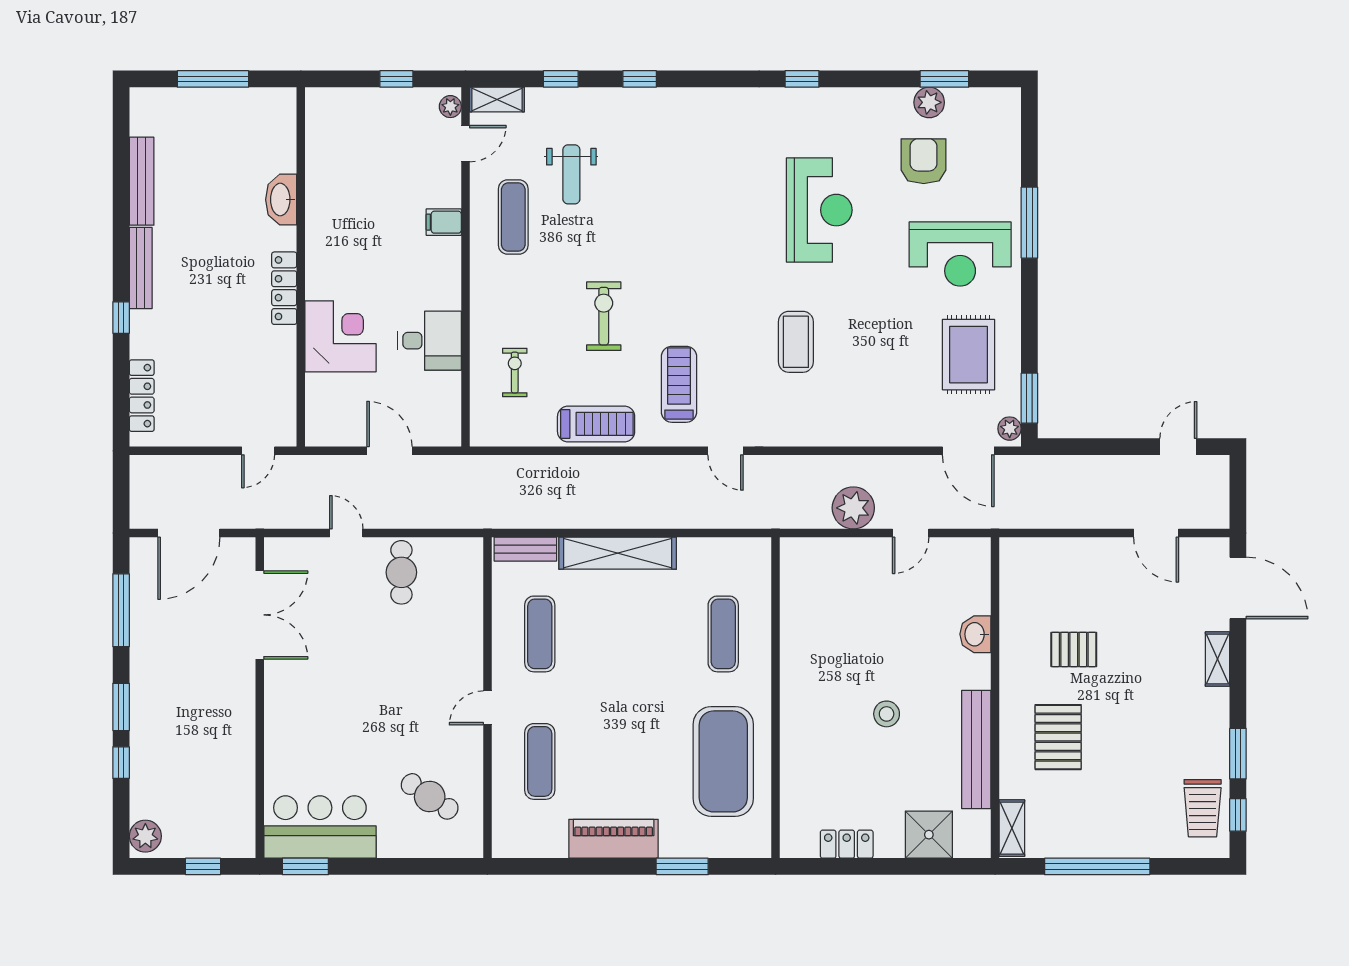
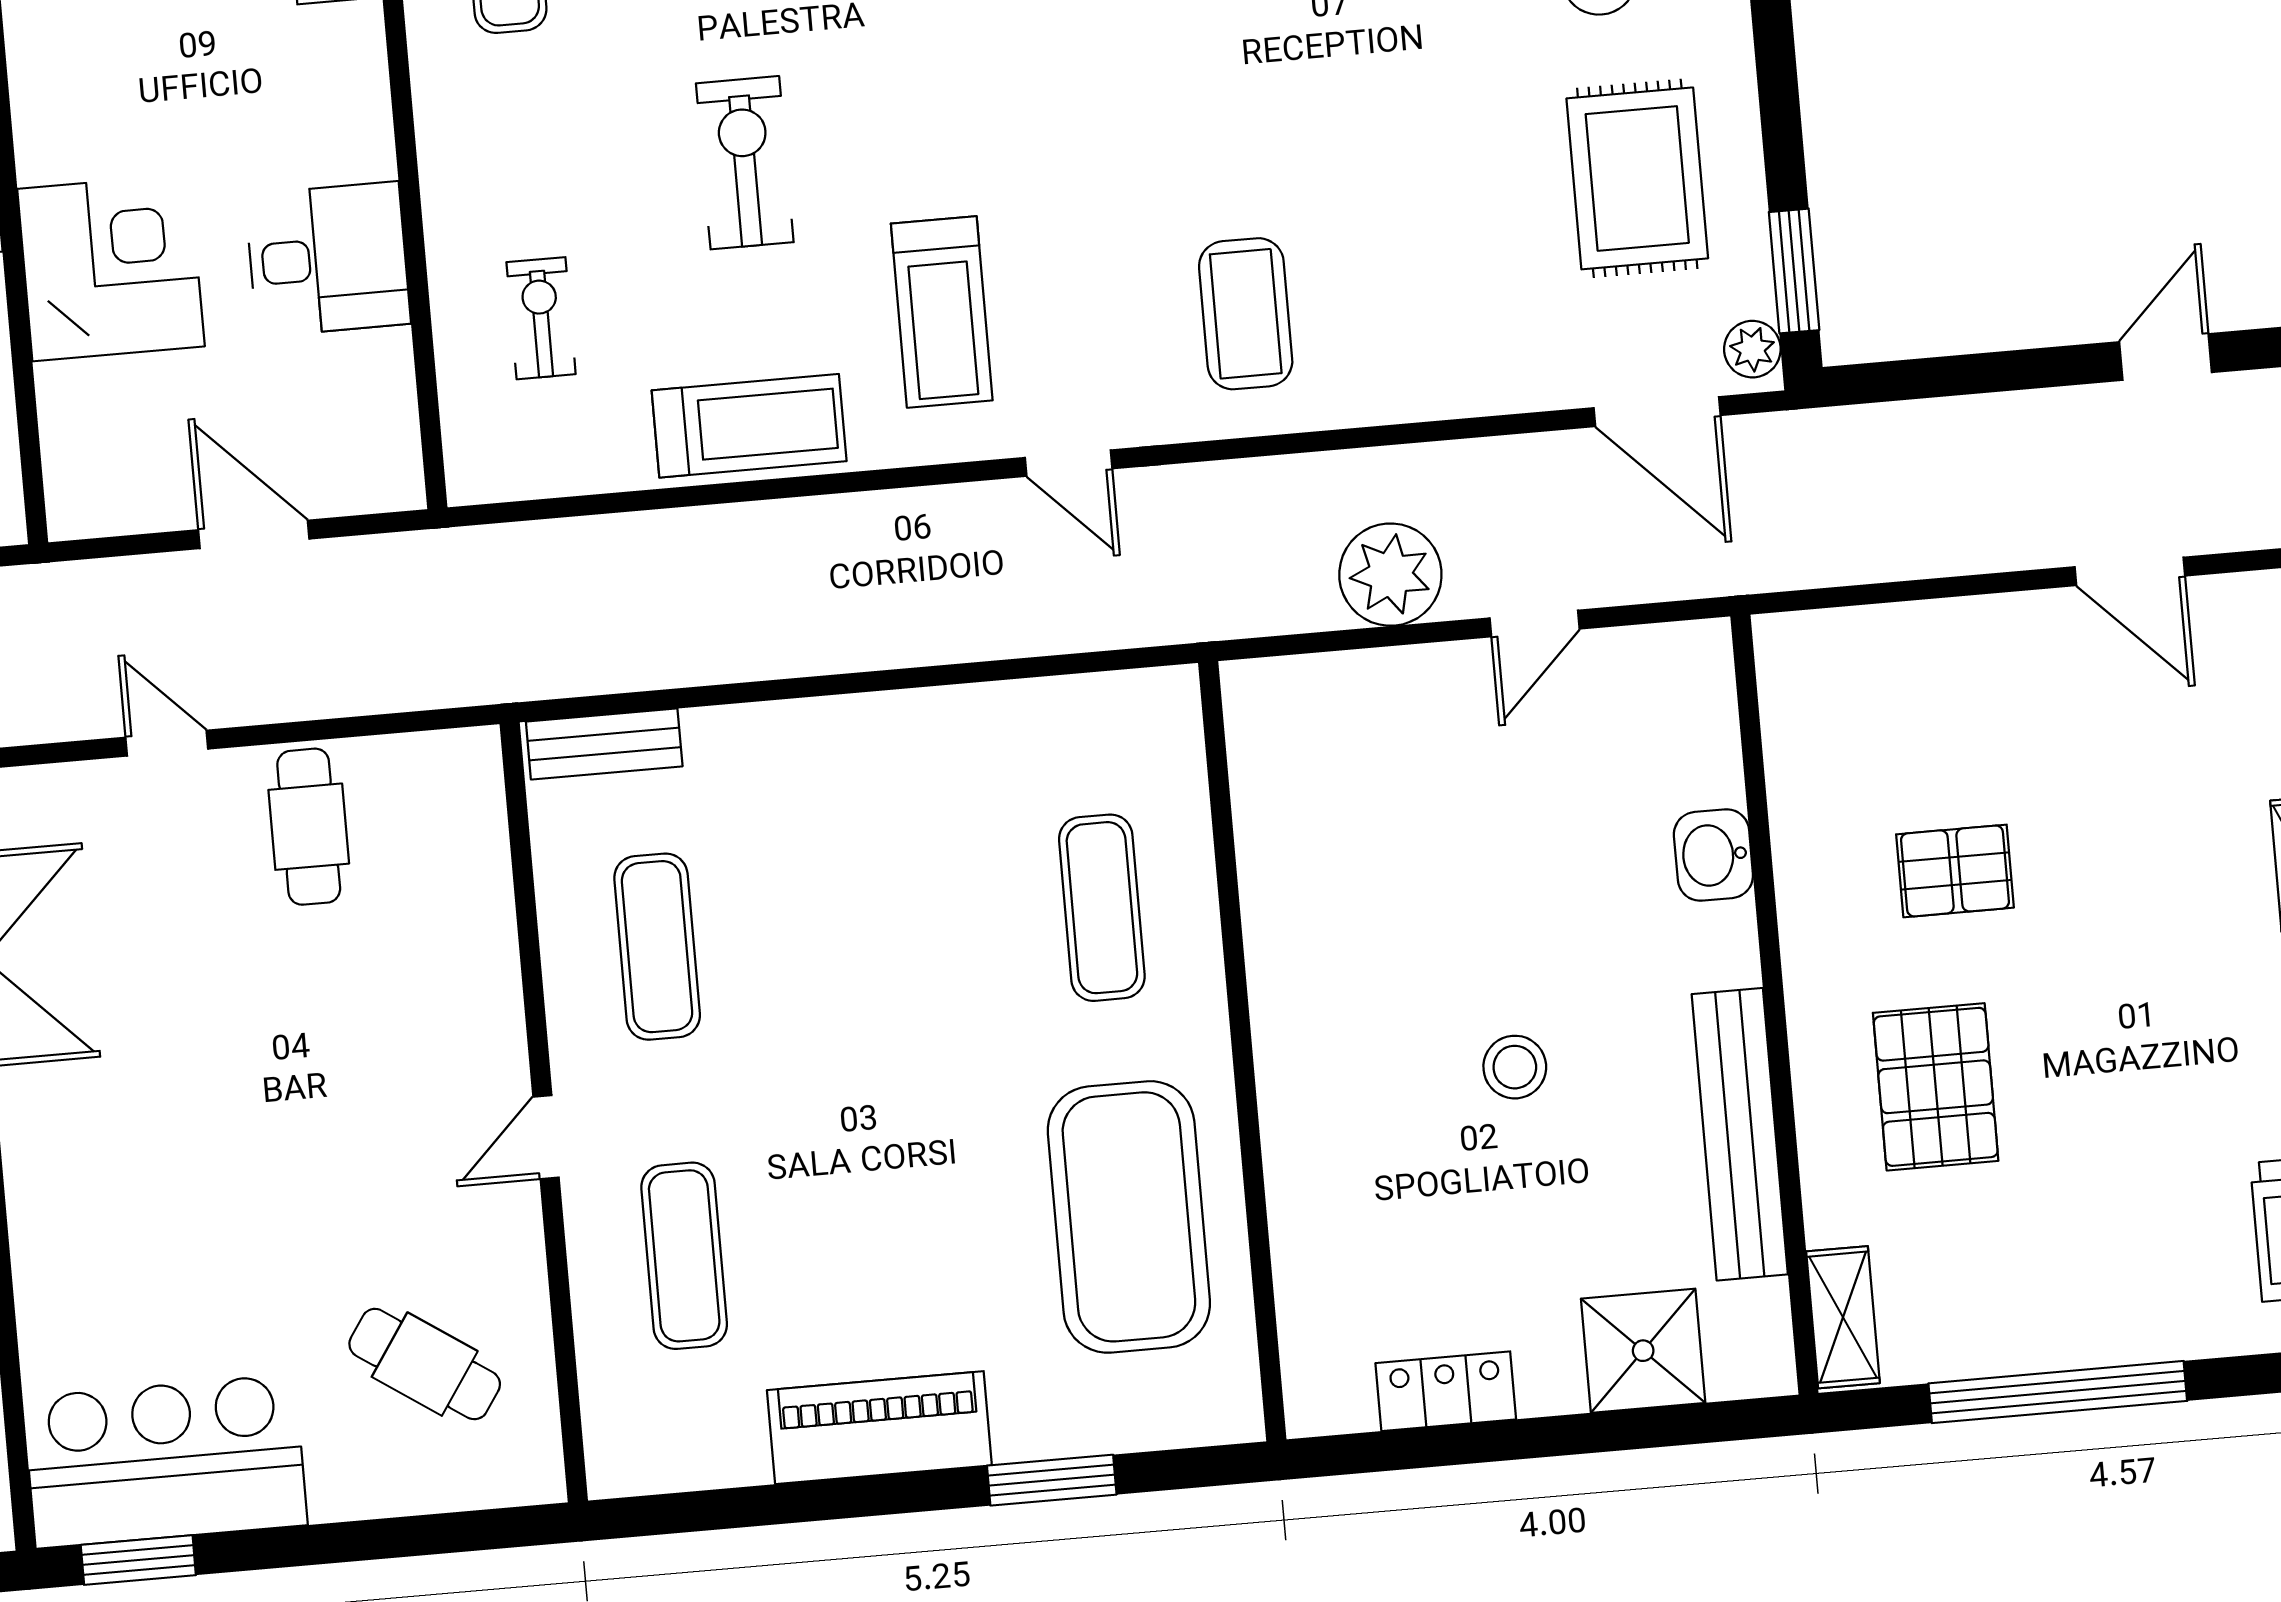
coffee table: (796, 342) -> (1246, 314), moved
treadmill: (679, 384) -> (942, 312), turned 180
shelving: (618, 553) -> (829, 734), removed

